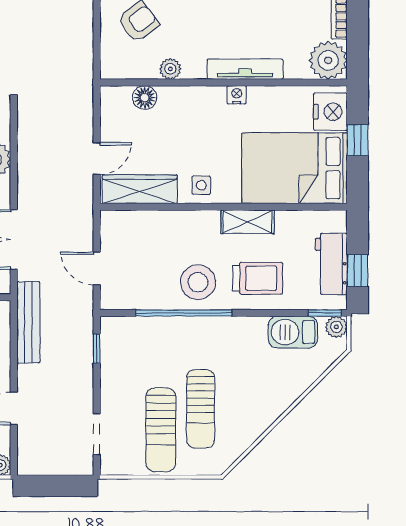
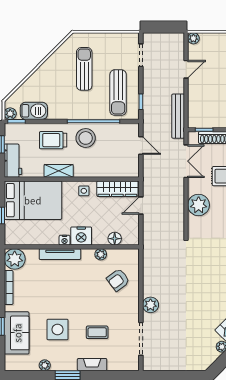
nightstand: (330, 112) -> (81, 236), moved, turned -90
workbench: (331, 264) -> (13, 161), moved
sun lounger: (161, 430) -> (118, 93), moved, turned 180

